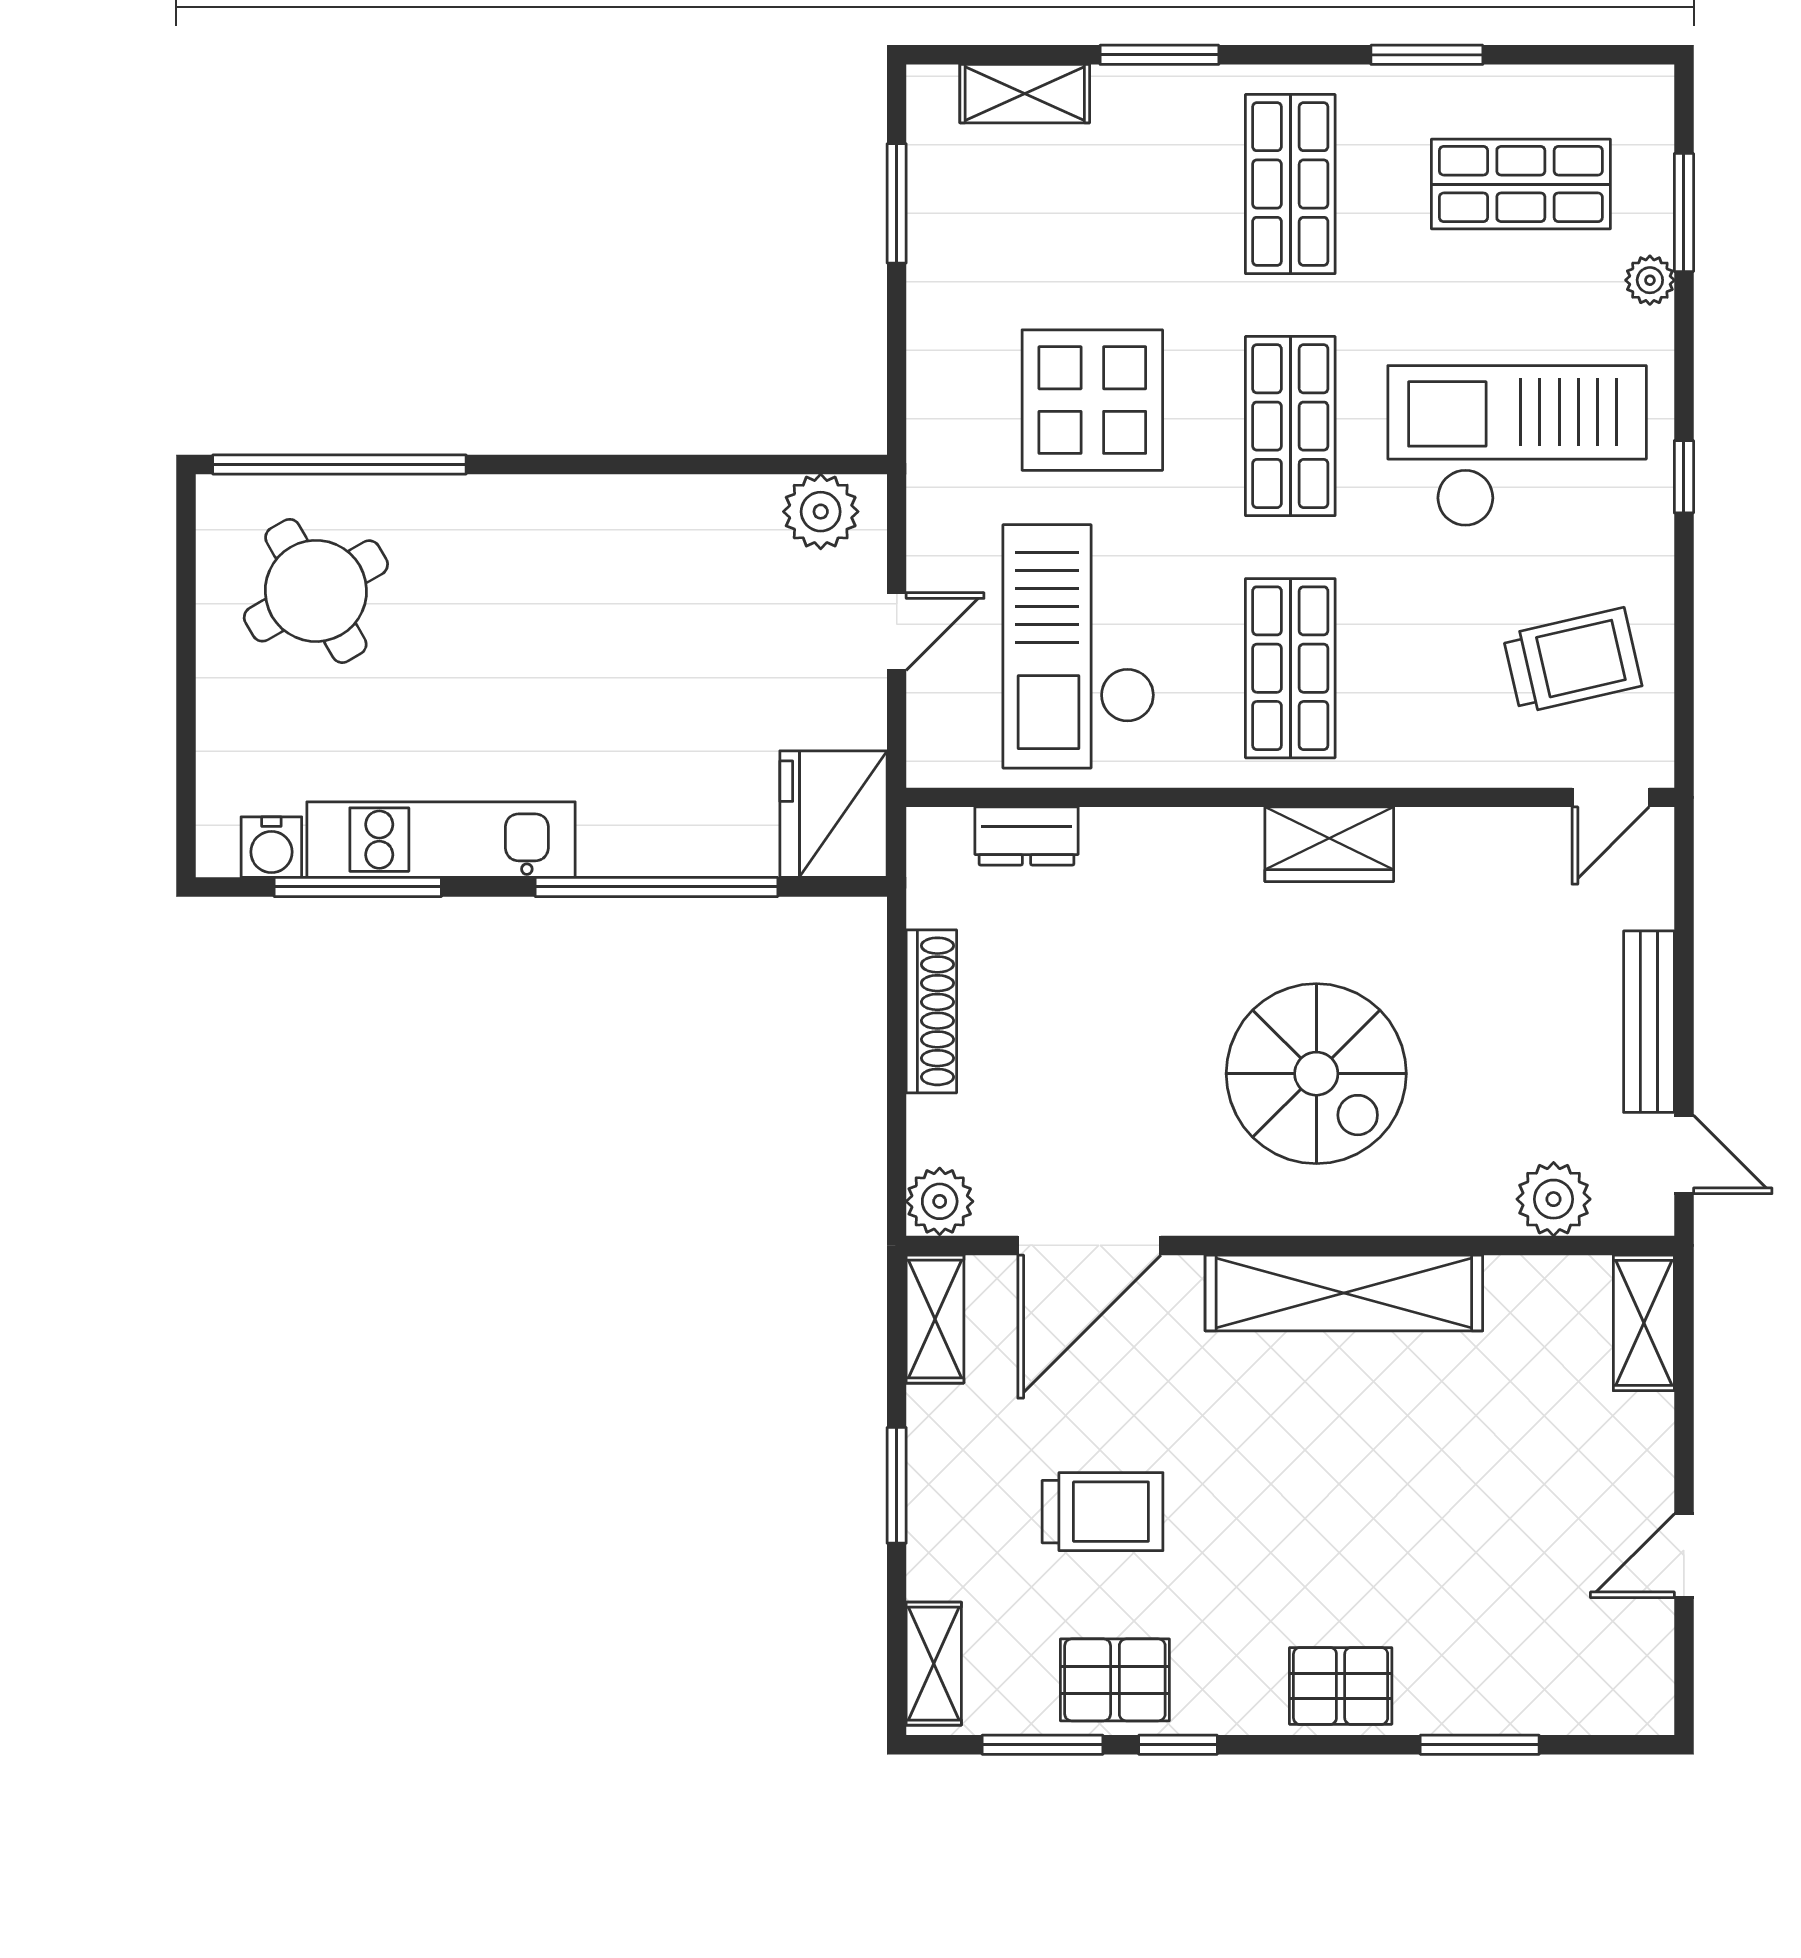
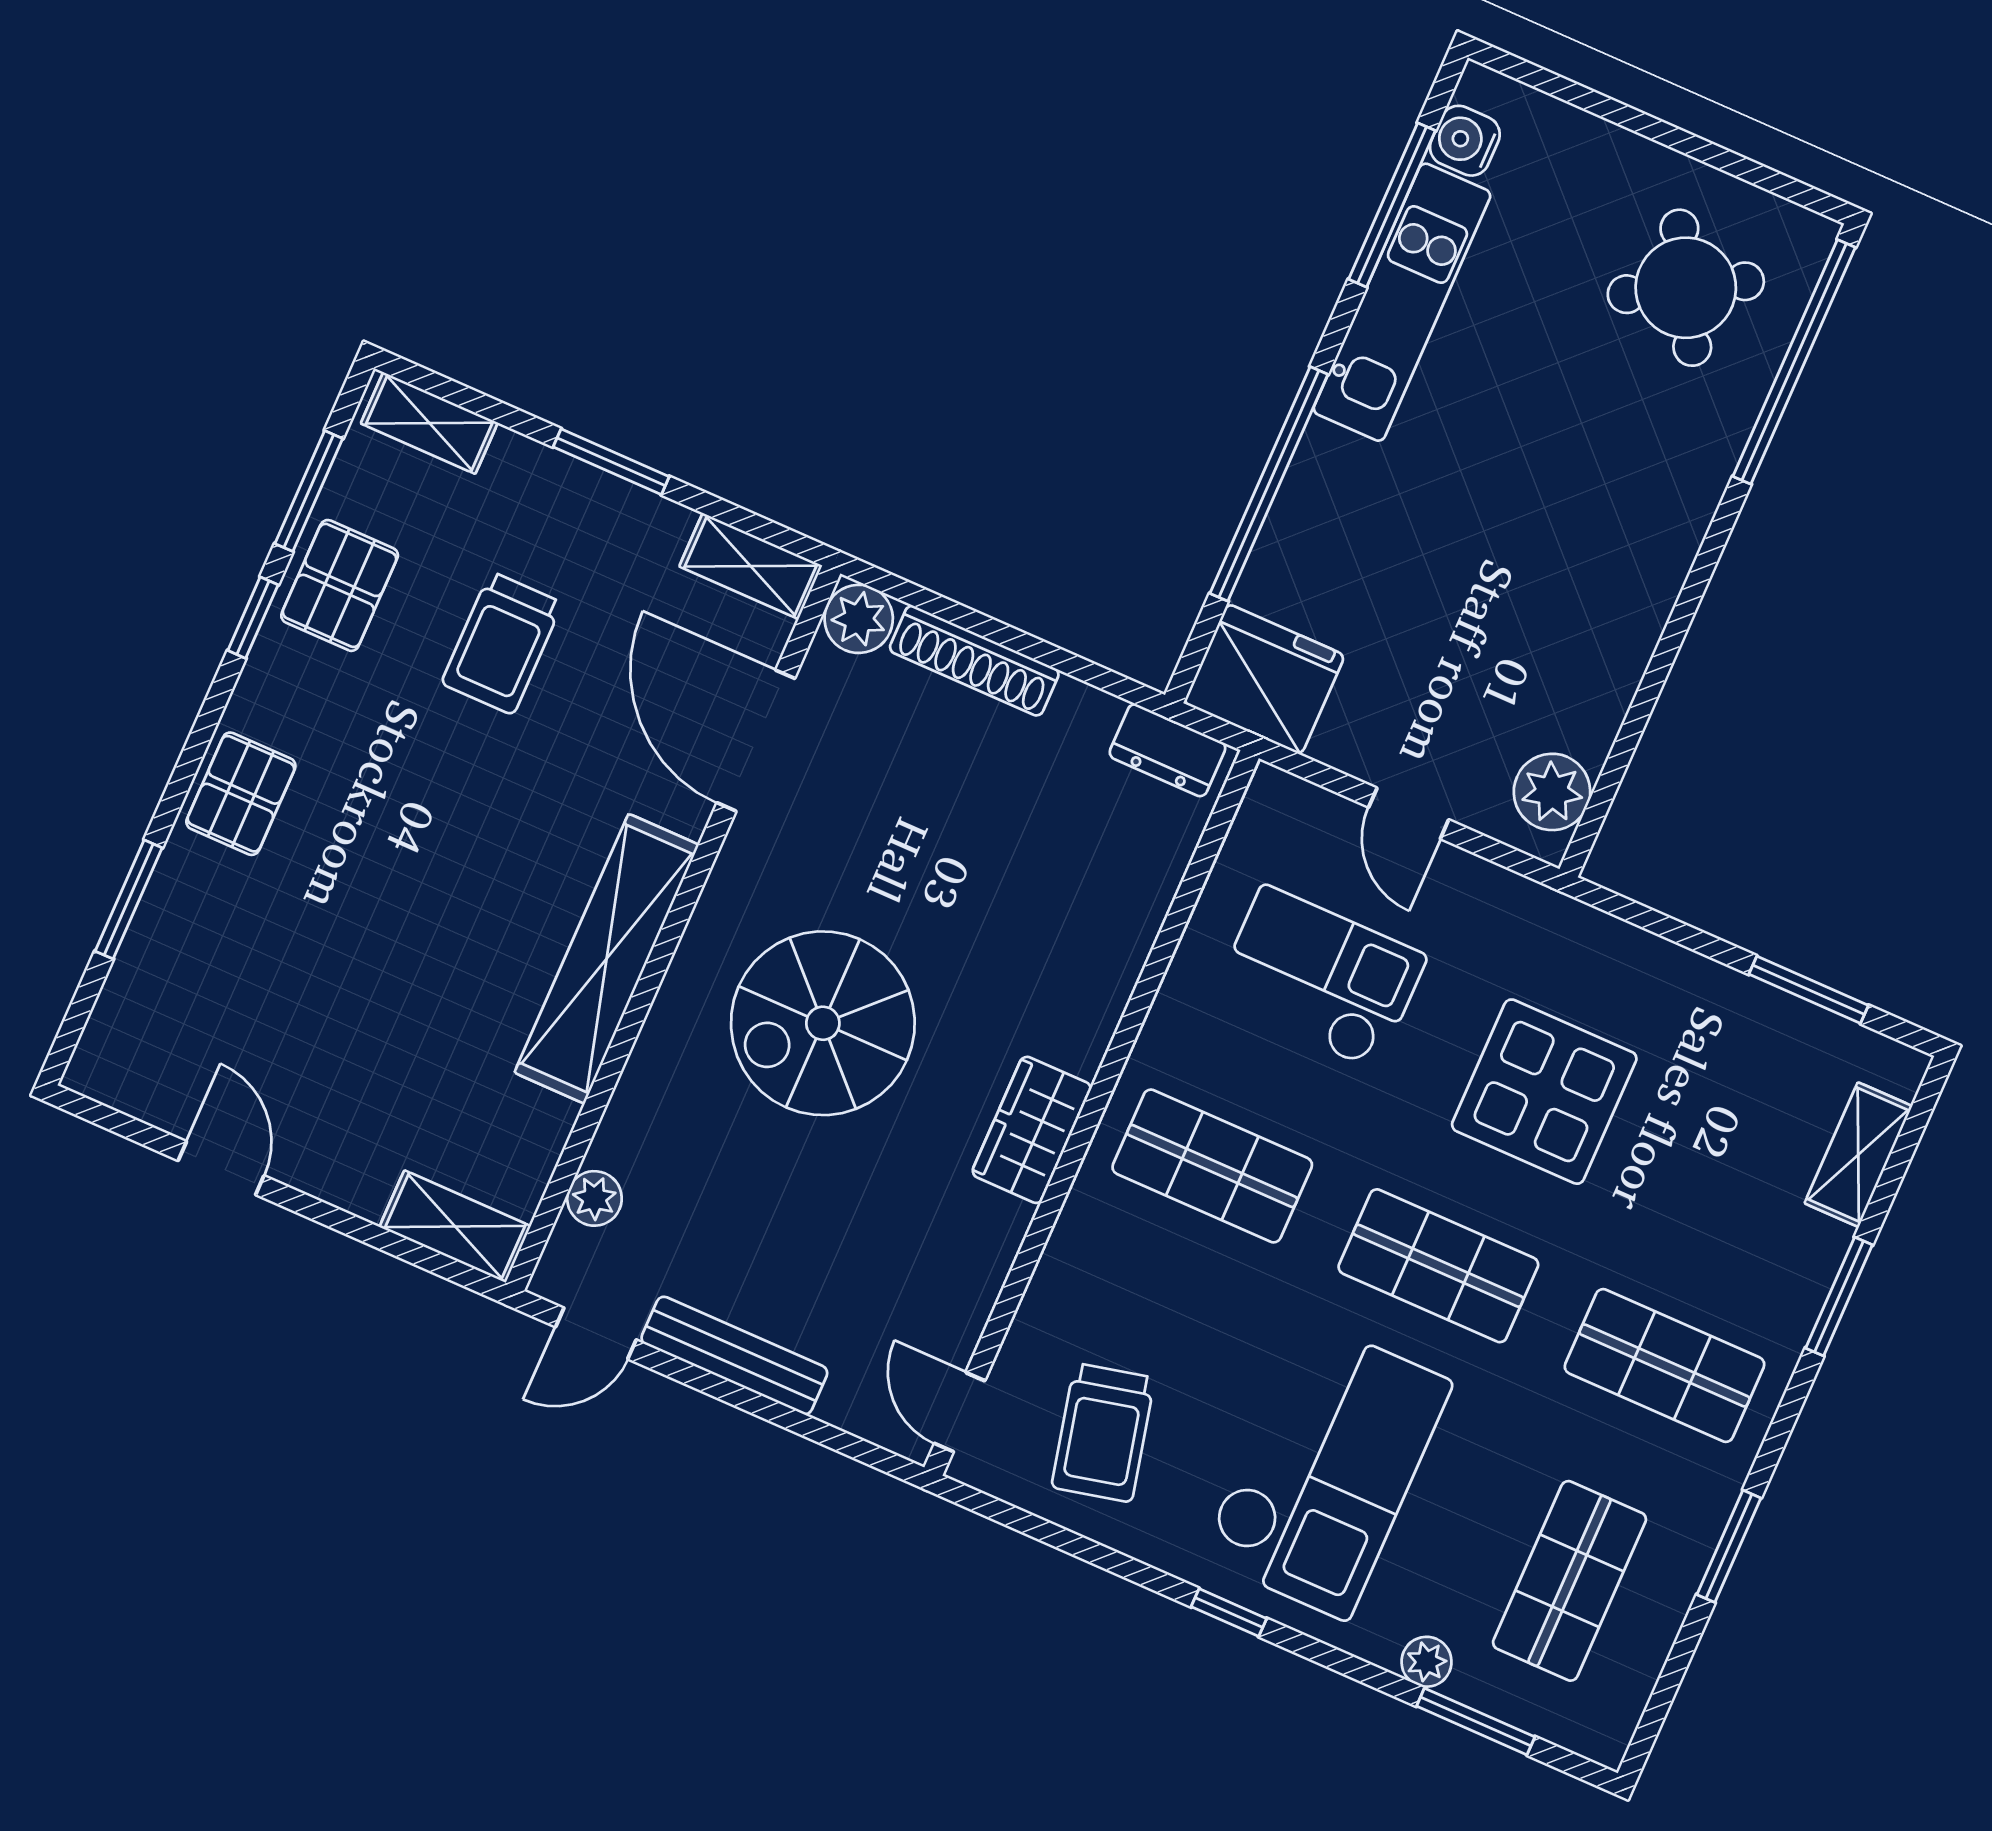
checkout: (1079, 646) -> (1320, 978), width x0.73, depth x0.83
dresser: (1026, 836) -> (1167, 750), moved, turned -90
shoe rack: (931, 1011) -> (974, 661), moved
plant: (1554, 1199) -> (594, 1198), width x0.73, depth x0.73

